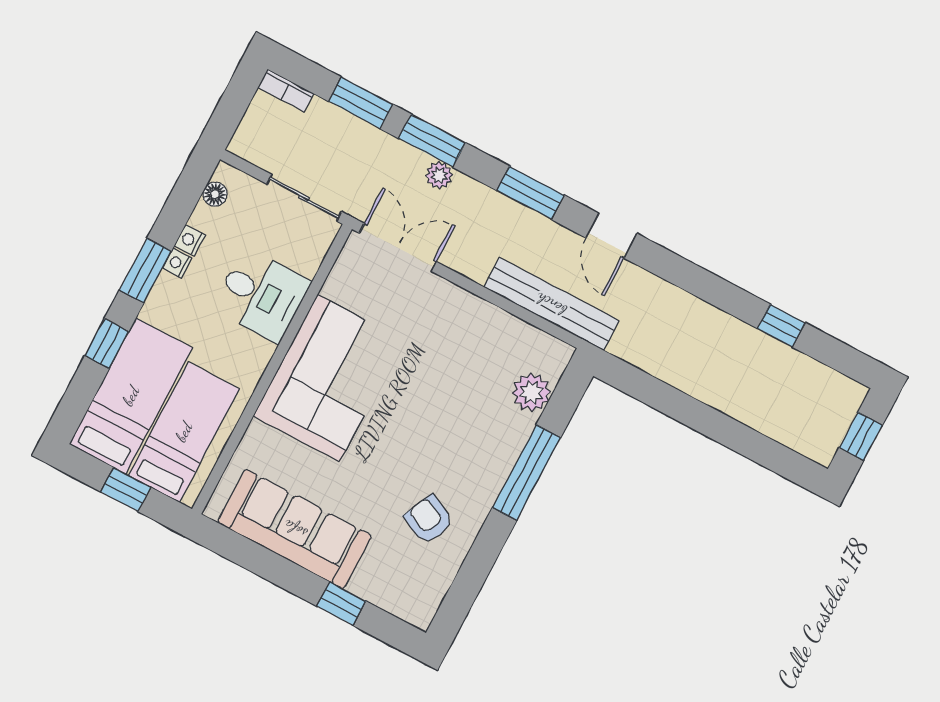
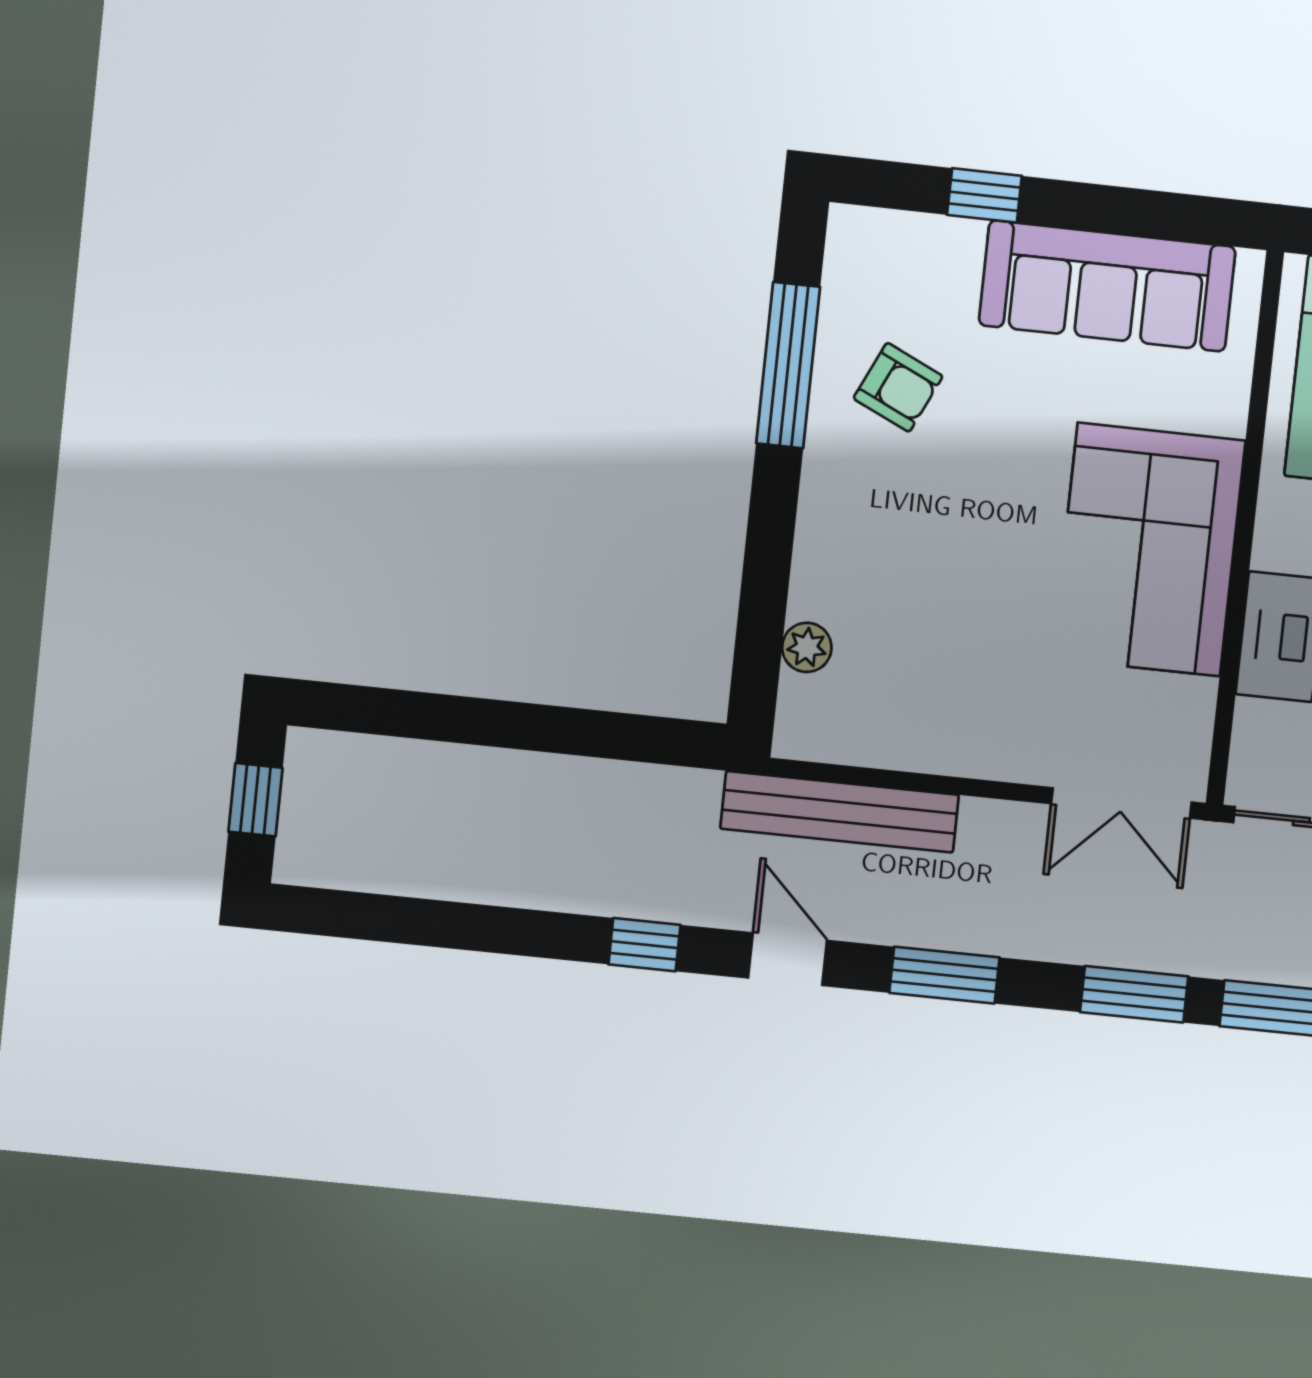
plant: (439, 175) -> (1101, 944), removed
window: (781, 326) -> (644, 945), moved
plant: (531, 392) -> (807, 647), width x0.73, depth x0.73
window: (526, 473) -> (788, 365), moved

